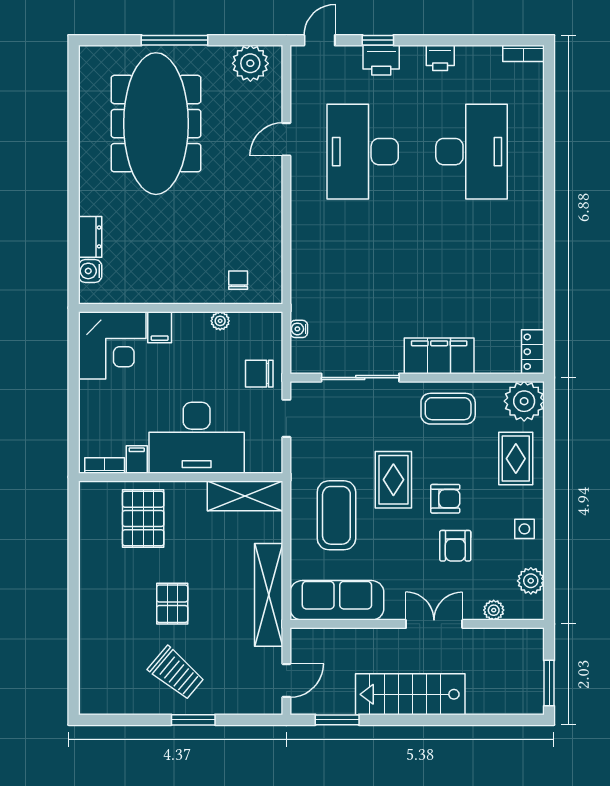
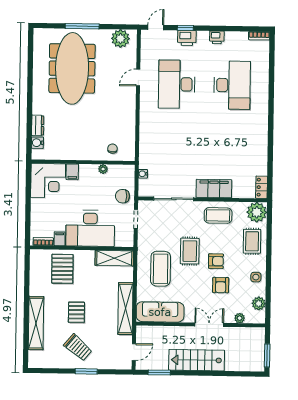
shelving: (93, 626) -> (36, 323), added

